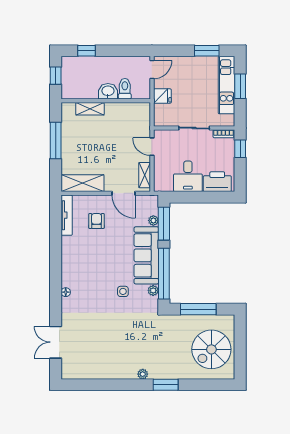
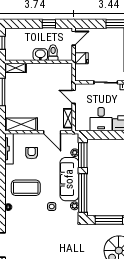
window: (87, 51) -> (49, 24), moved
shelving: (90, 109) -> (15, 68), moved
coffee table: (89, 267) -> (26, 188), added

